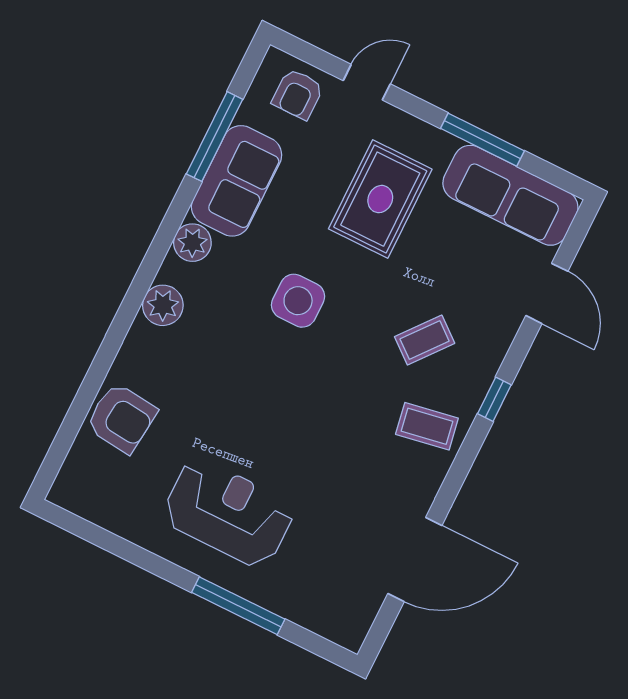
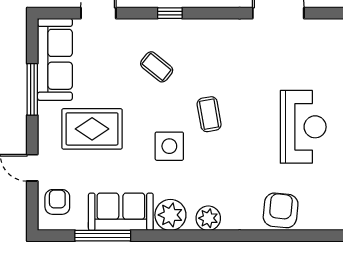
armchair: (298, 94) -> (57, 202), turned -90
plant: (192, 243) -> (170, 215), width x1.36, depth x1.36
coffee table: (427, 426) -> (209, 114), moved
reception desk: (228, 513) -> (303, 127), turned 180

